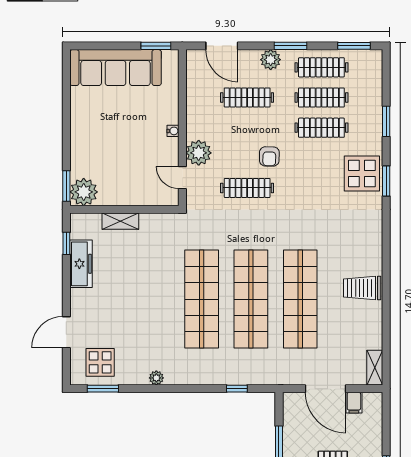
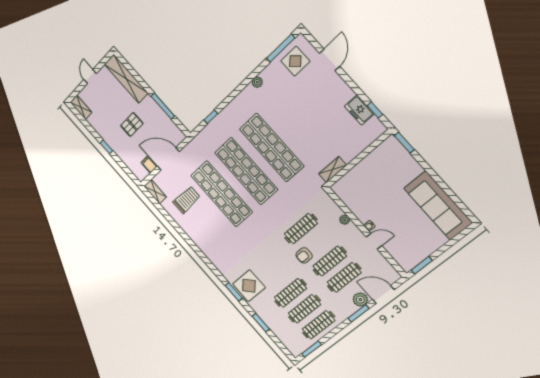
window: (291, 46) -> (358, 313), moved
plant: (271, 60) -> (360, 300), moved
sofa: (116, 68) -> (438, 205), moved, turned -90
clothes rail: (247, 128) -> (330, 261), added
plant: (199, 153) -> (345, 220), width x0.53, depth x0.53
armchair: (269, 156) -> (304, 255), turned -91
door: (182, 178) -> (374, 241), moved
plant: (84, 192) -> (391, 148), removed
shelving: (120, 221) -> (333, 170), moved
freezer: (81, 264) -> (359, 110), width x0.71
trolley: (362, 288) -> (187, 200), moved
window: (103, 389) -> (281, 48), width x1.44

